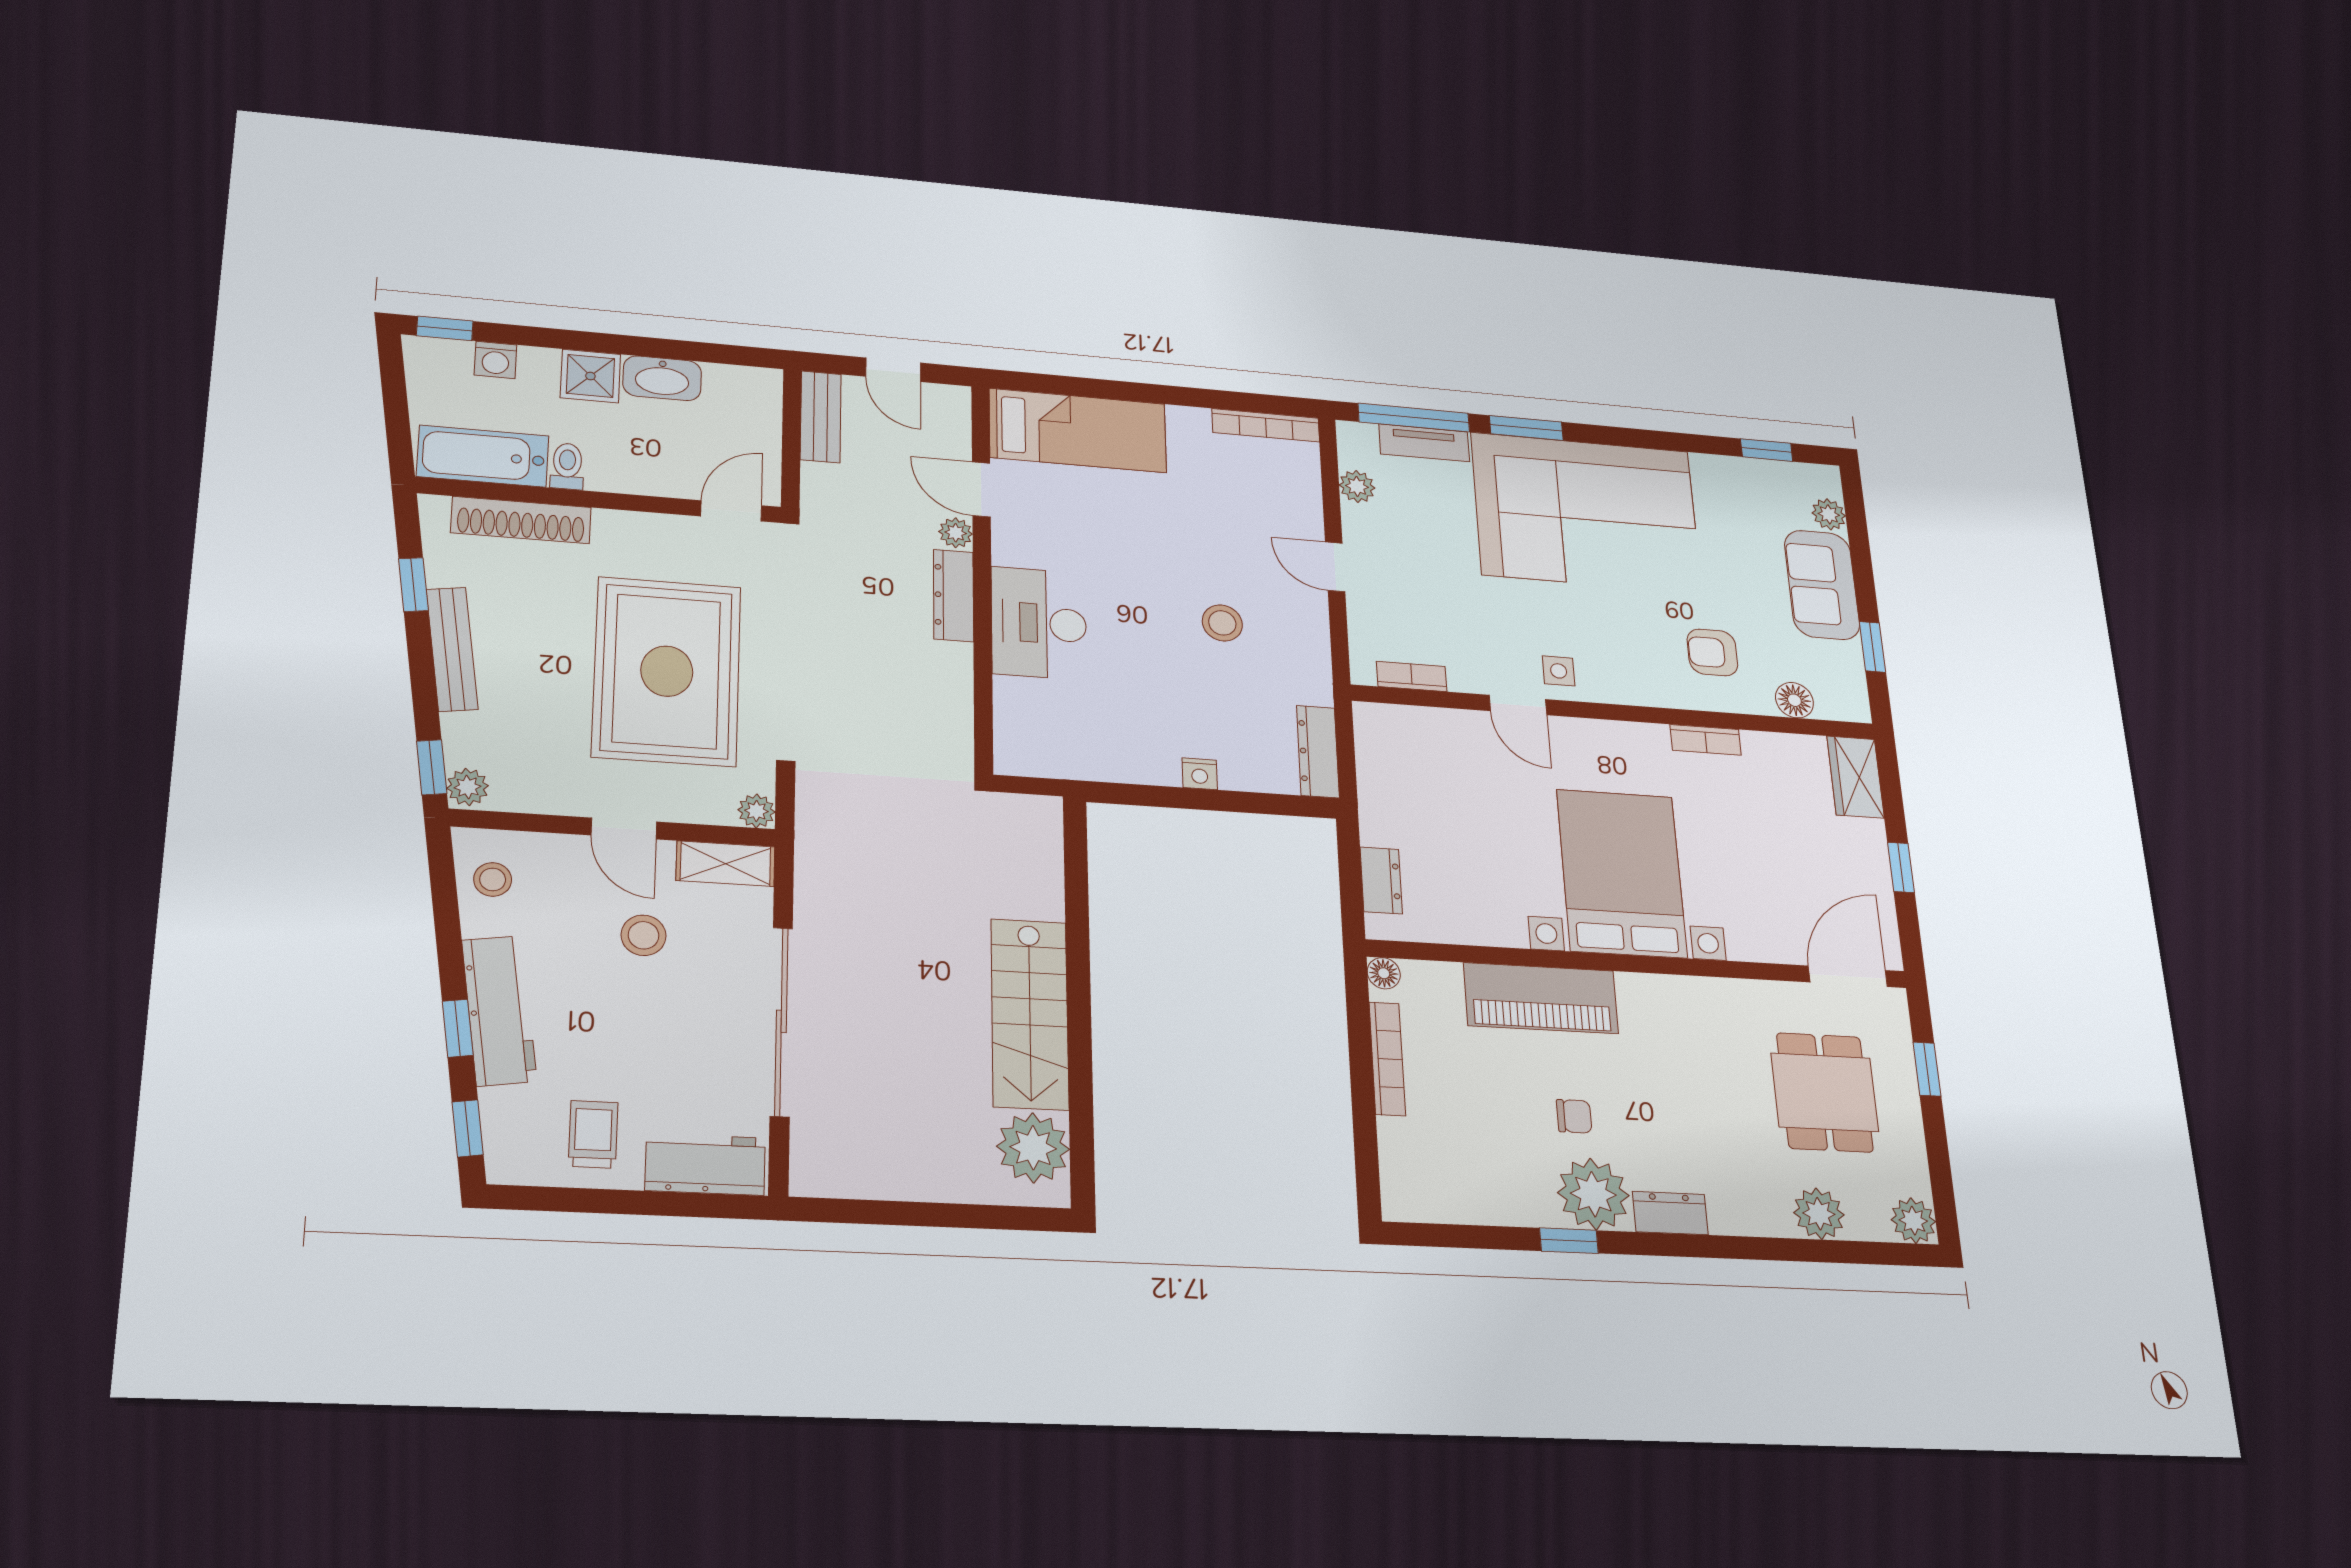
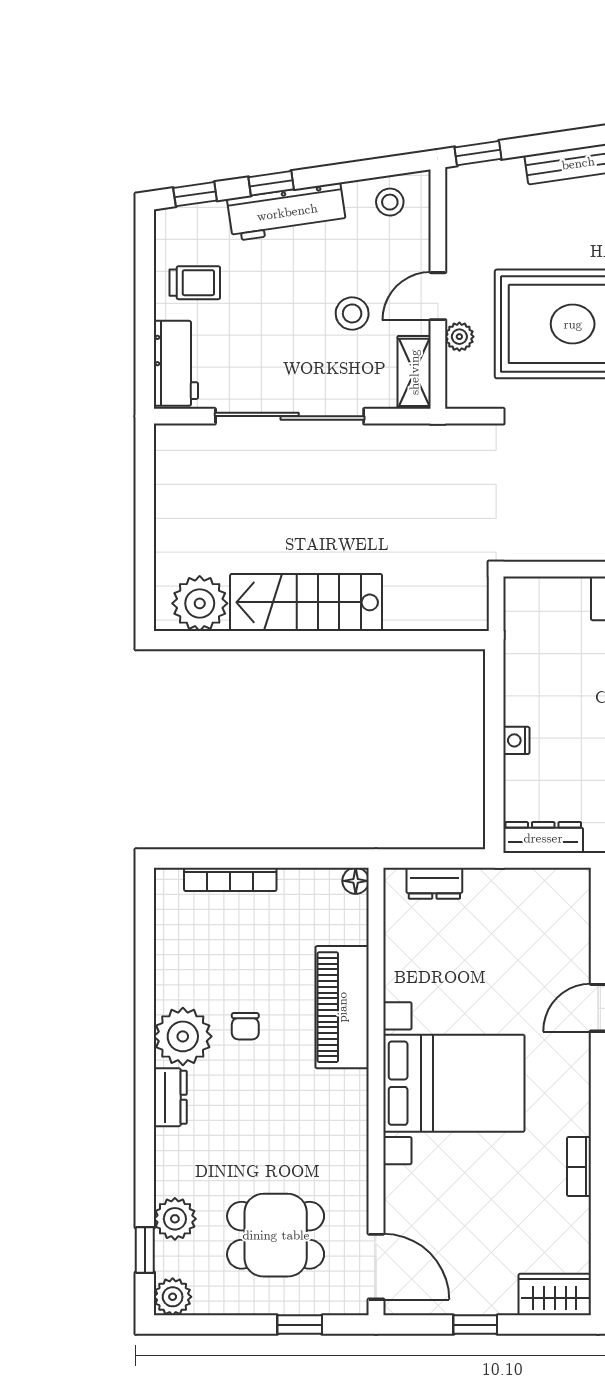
plant: (468, 787) -> (464, 180), removed
plant: (756, 811) -> (459, 337), moved
bookcase: (1387, 1059) -> (230, 879), moved
window: (1569, 1241) -> (145, 1250), moved

